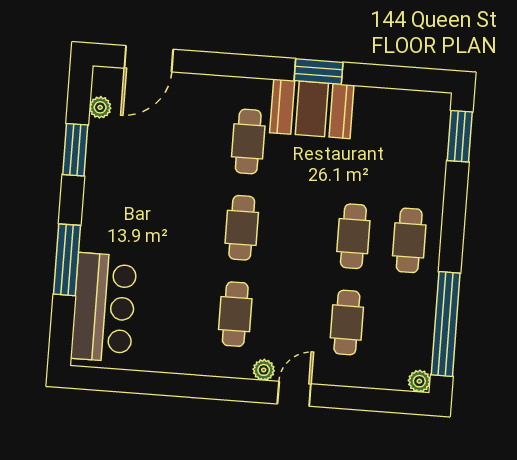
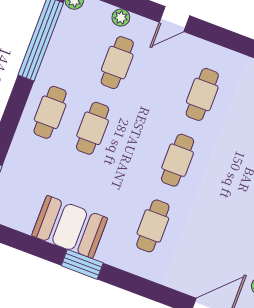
booth: (312, 109) -> (70, 227), moved
plant: (264, 370) -> (121, 18), moved

